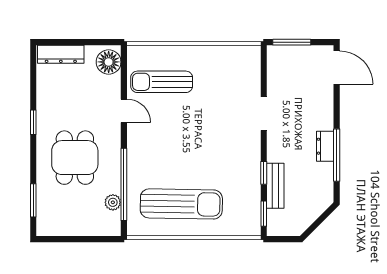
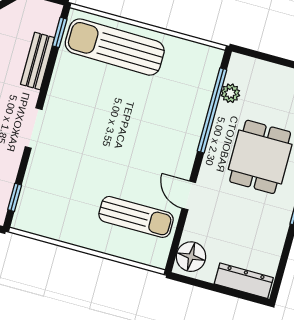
doorway: (264, 114) -> (34, 128), moved
window: (264, 173) -> (15, 197), moved
sun lounger: (181, 204) -> (115, 47), moved

